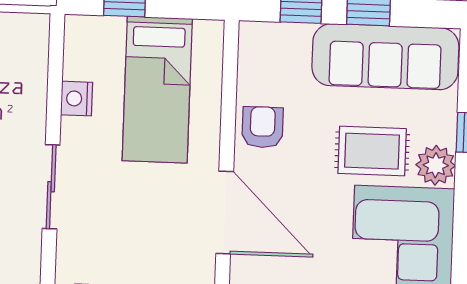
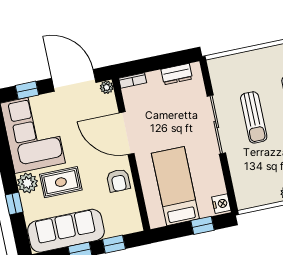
nightstand: (77, 99) -> (221, 204), moved
sliding door: (51, 187) -> (216, 125), width x1.37

